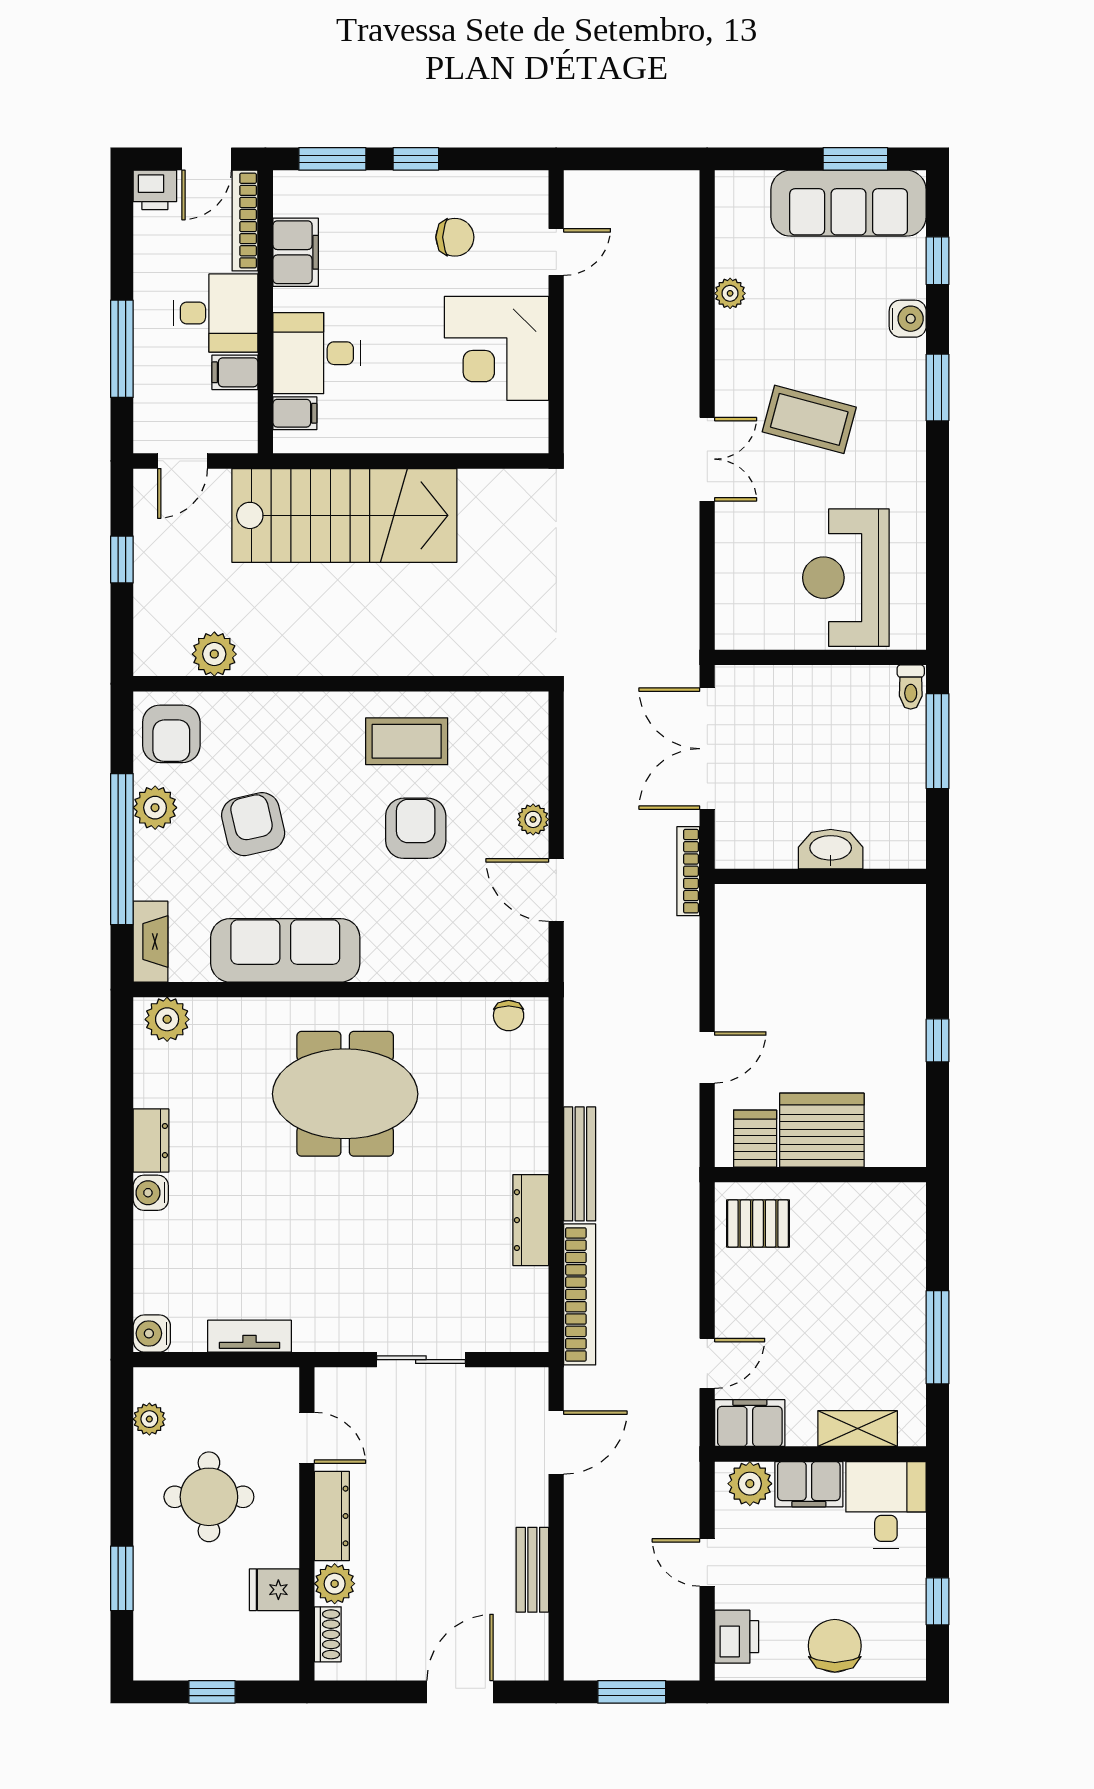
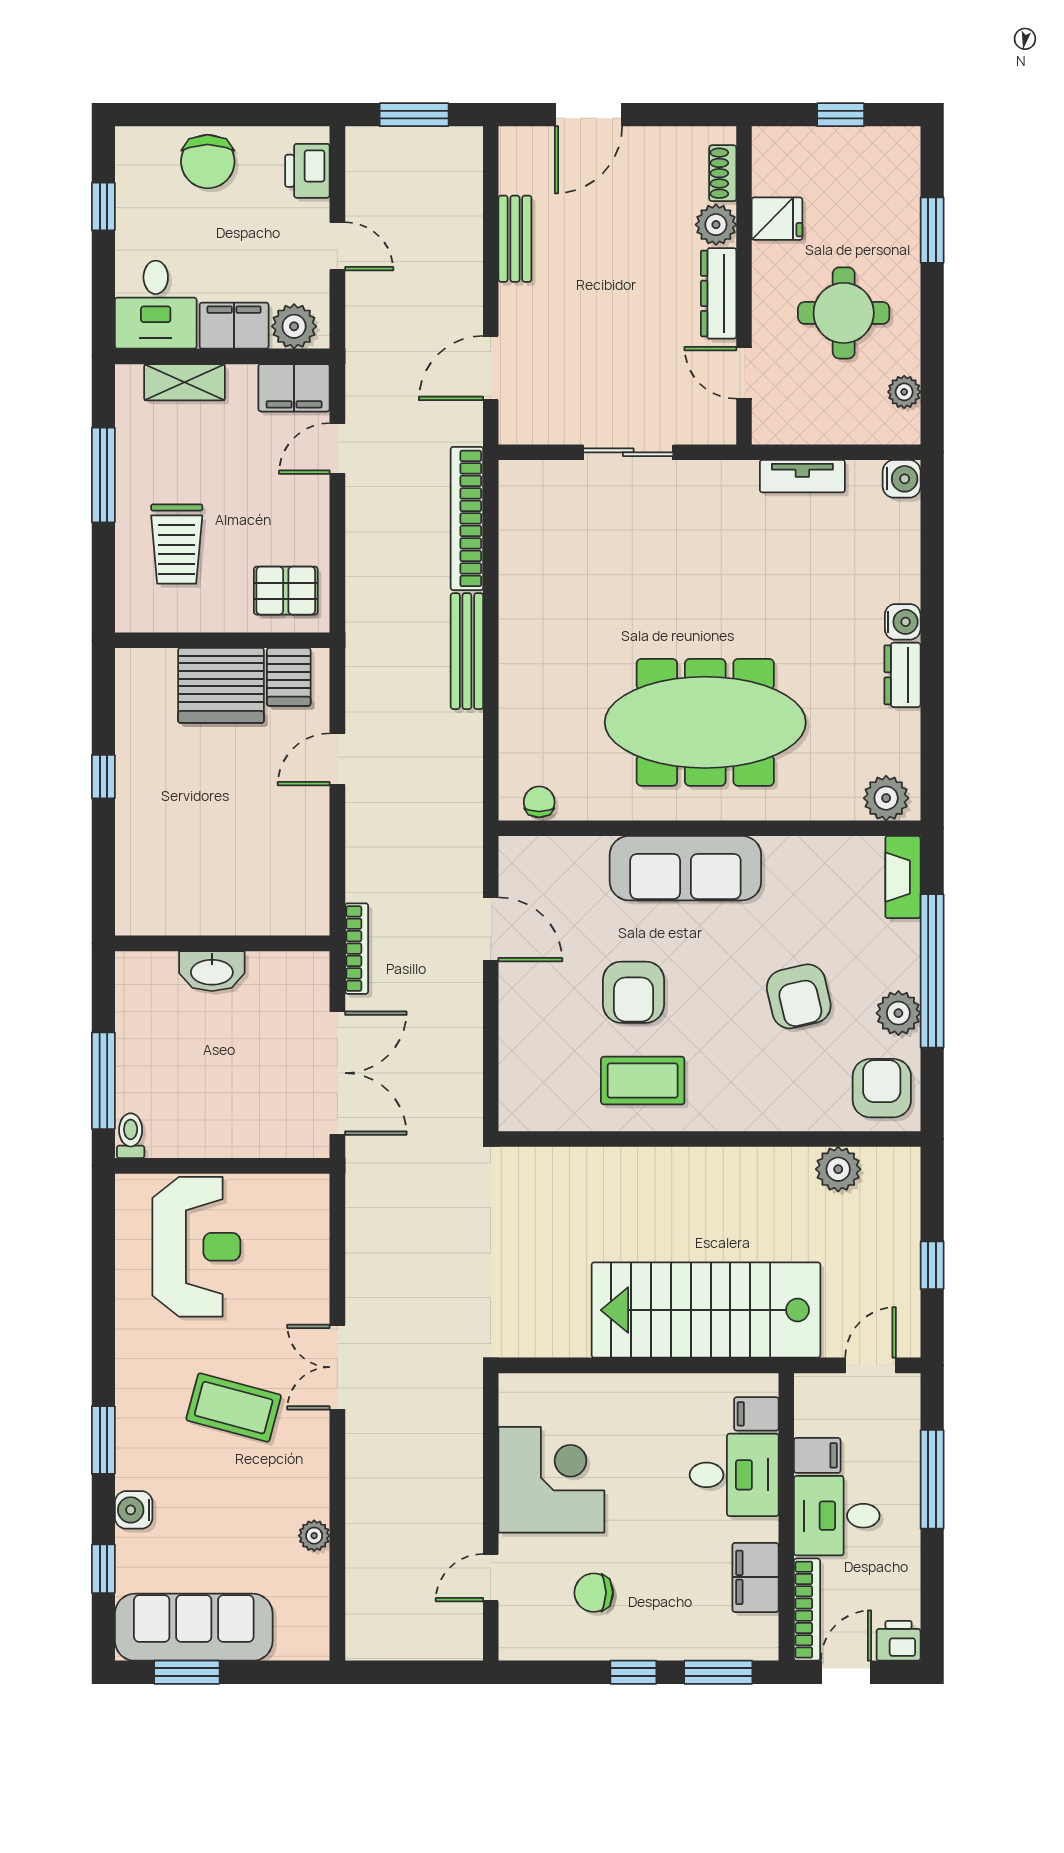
plant: (533, 819) -> (514, 1001), removed
sofa: (285, 950) -> (685, 868), moved
meeting table: (345, 1094) -> (705, 722), width x1.36
dresser: (531, 1220) -> (517, 594), removed
trolley: (865, 1269) -> (177, 544), added

